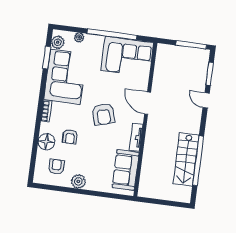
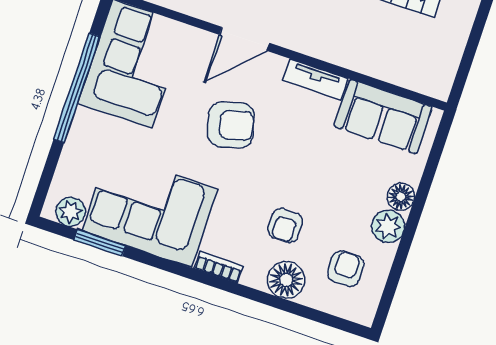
plant: (79, 37) -> (69, 162), removed
armchair: (103, 114) -> (231, 125), moved
armchair: (70, 137) -> (285, 226), turned 90
armchair: (56, 167) -> (346, 269), turned 90
floor lamp: (92, 184) -> (401, 197), added

